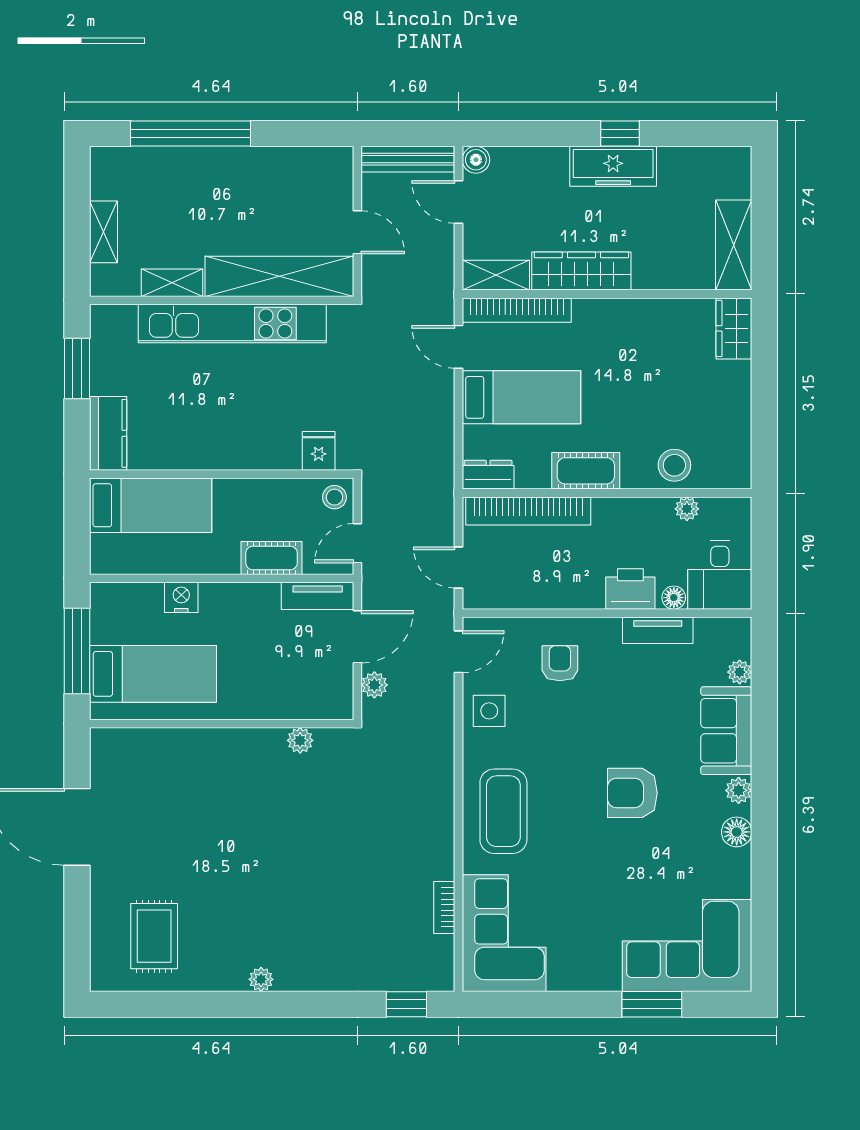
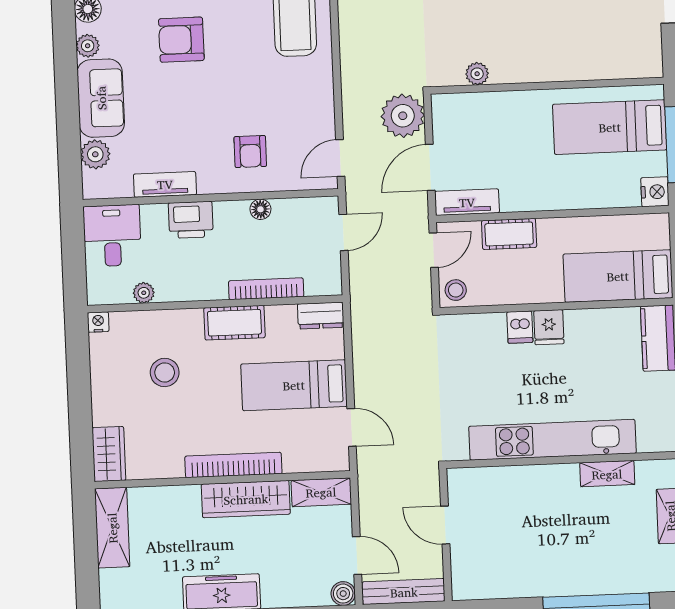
shelving: (279, 276) -> (513, 483), removed
bookcase: (517, 310) -> (233, 465), moved
fridge: (319, 451) -> (549, 327), moved
dishwasher: (264, 452) -> (520, 327), added
stool: (674, 465) -> (165, 372), moved
nightstand: (740, 478) -> (98, 322), added
bookcase: (528, 511) -> (266, 289), width x0.68, depth x0.76
door: (459, 568) -> (343, 232), hinge flipped
nightstand: (181, 597) -> (655, 192), moved, turned -90
floor lamp: (674, 598) -> (260, 209), moved
plant: (740, 672) -> (95, 154), width x1.38, depth x1.38
plant: (374, 685) -> (403, 116), width x1.87, depth x1.87
side table: (489, 711) -> (311, 107), removed
armchair: (632, 793) -> (181, 40), turned 180

